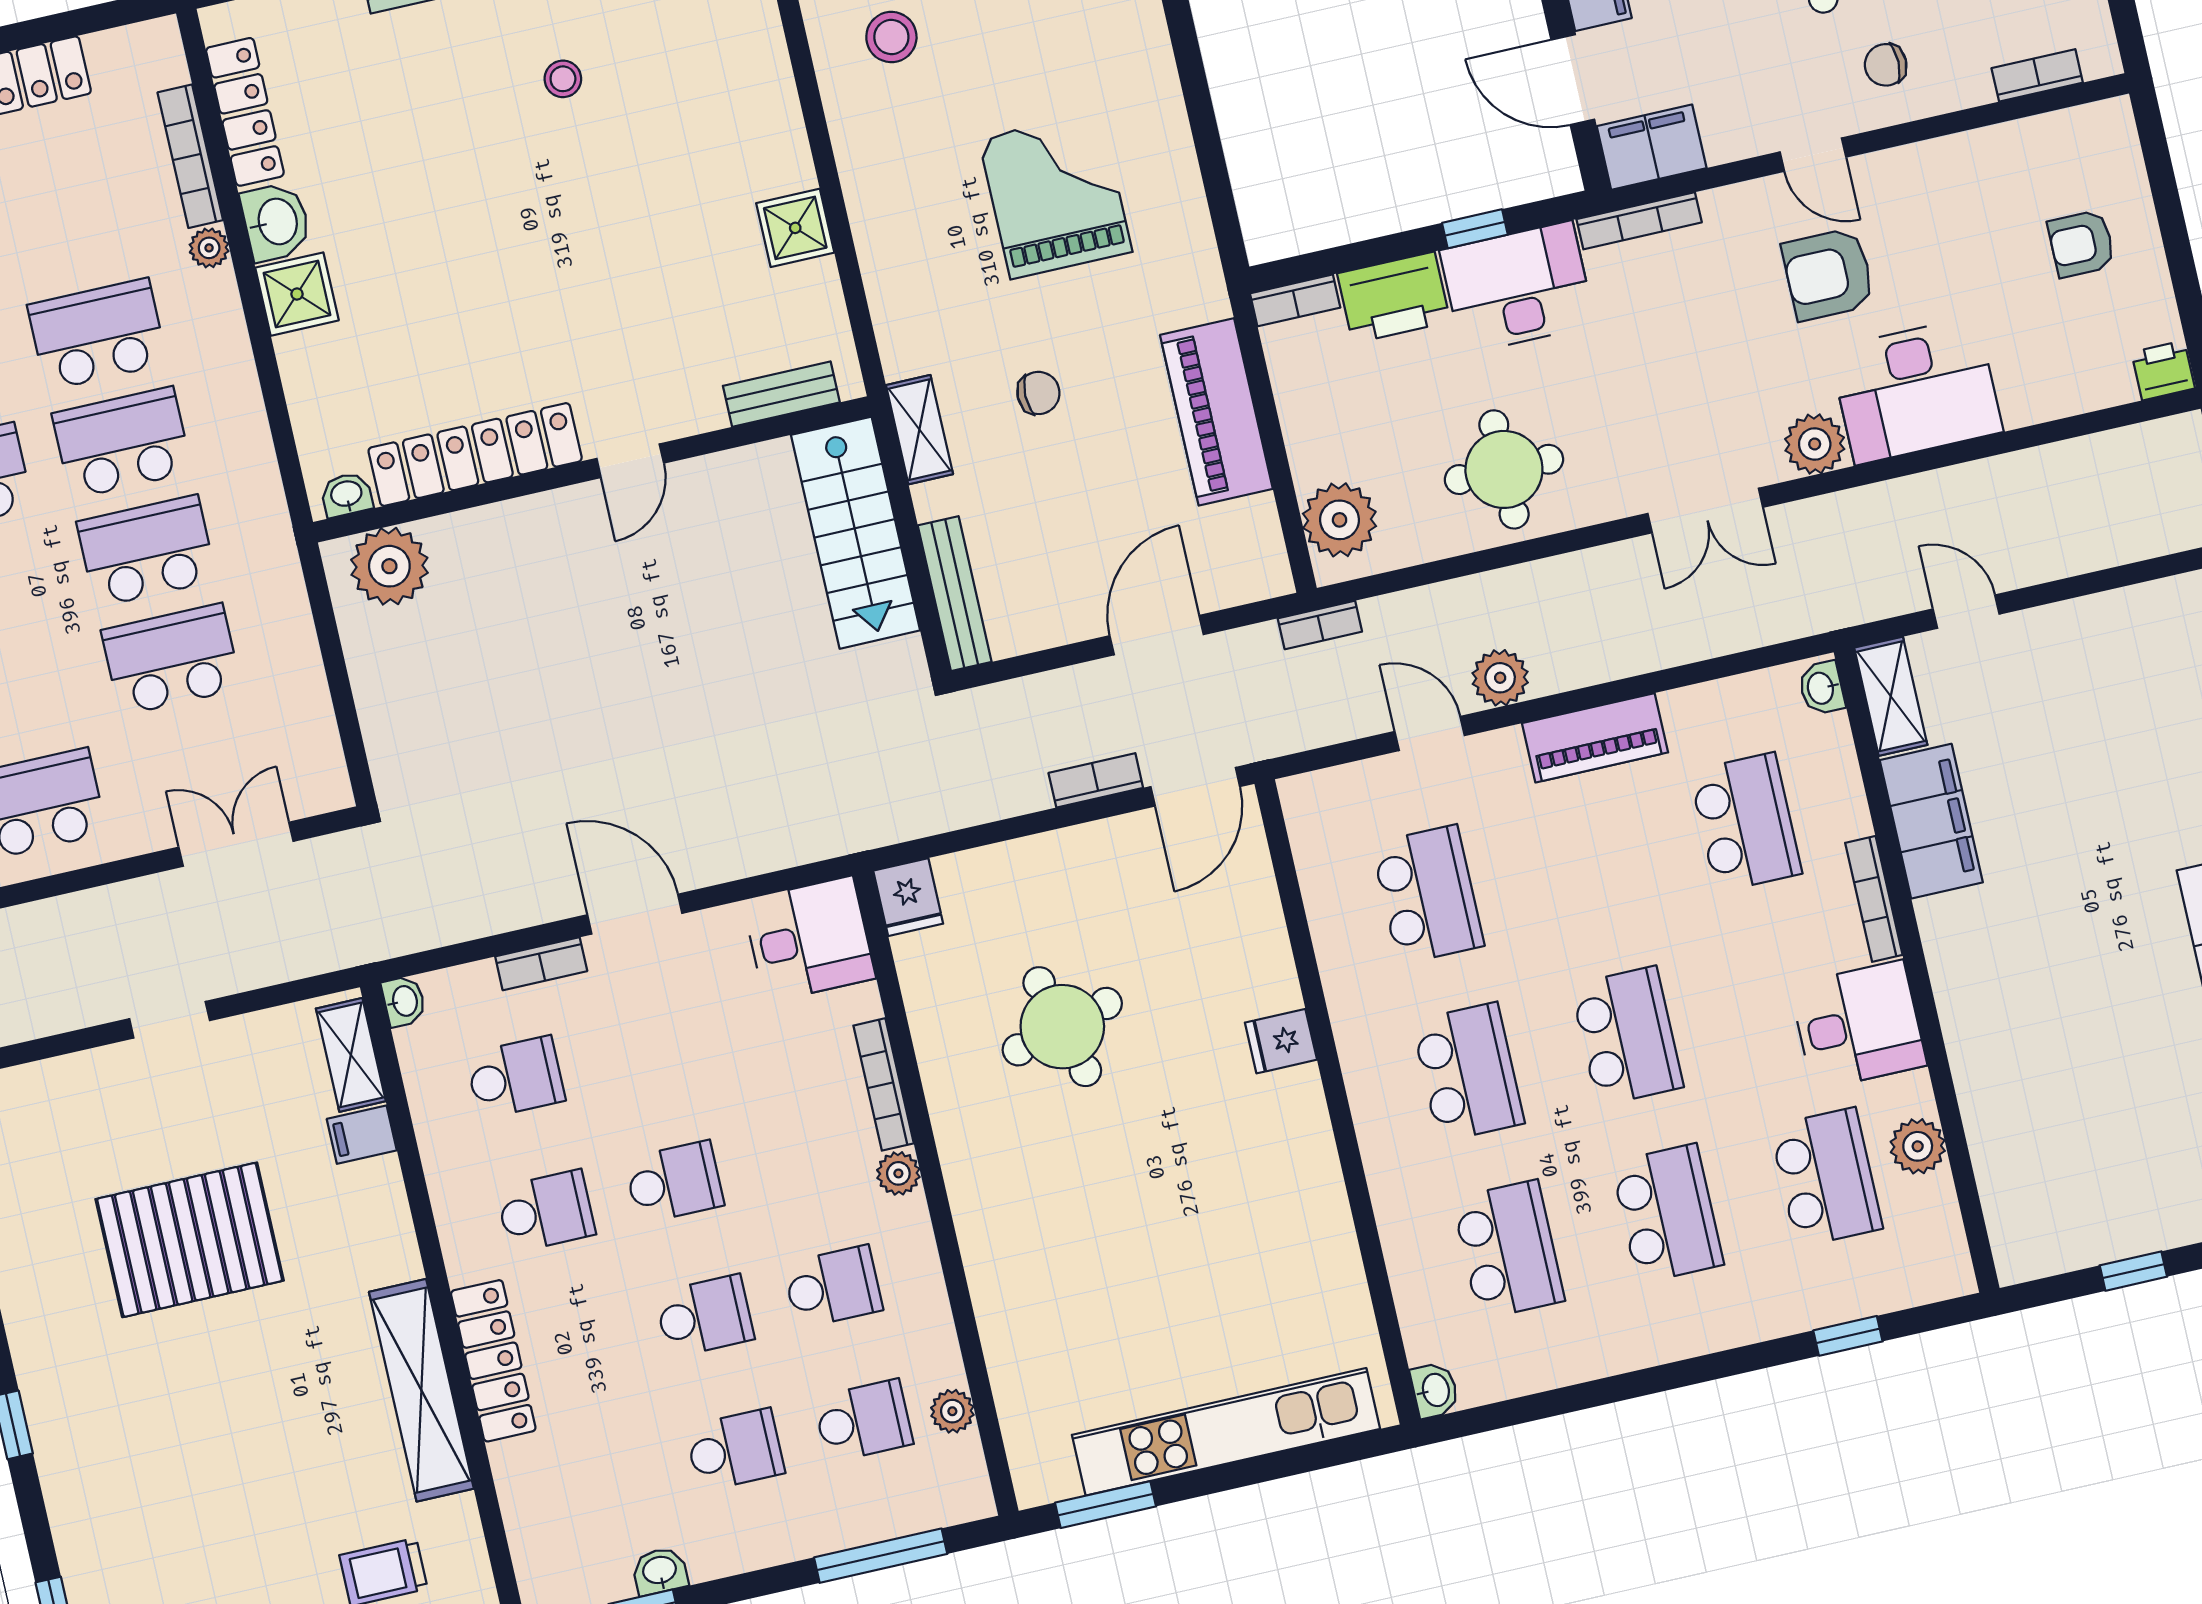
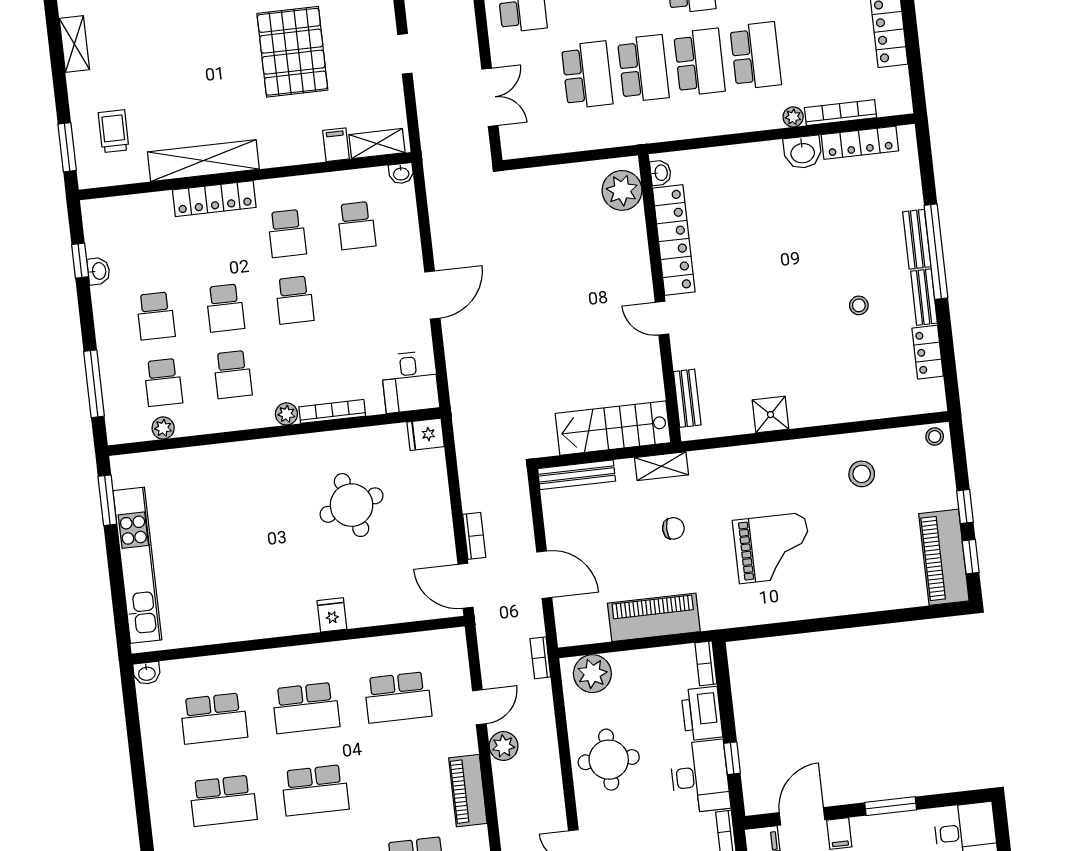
shower: (297, 294) -> (765, 159), removed
chair: (1038, 393) -> (673, 528), turned -90
bookcase: (541, 964) -> (412, 245), removed

